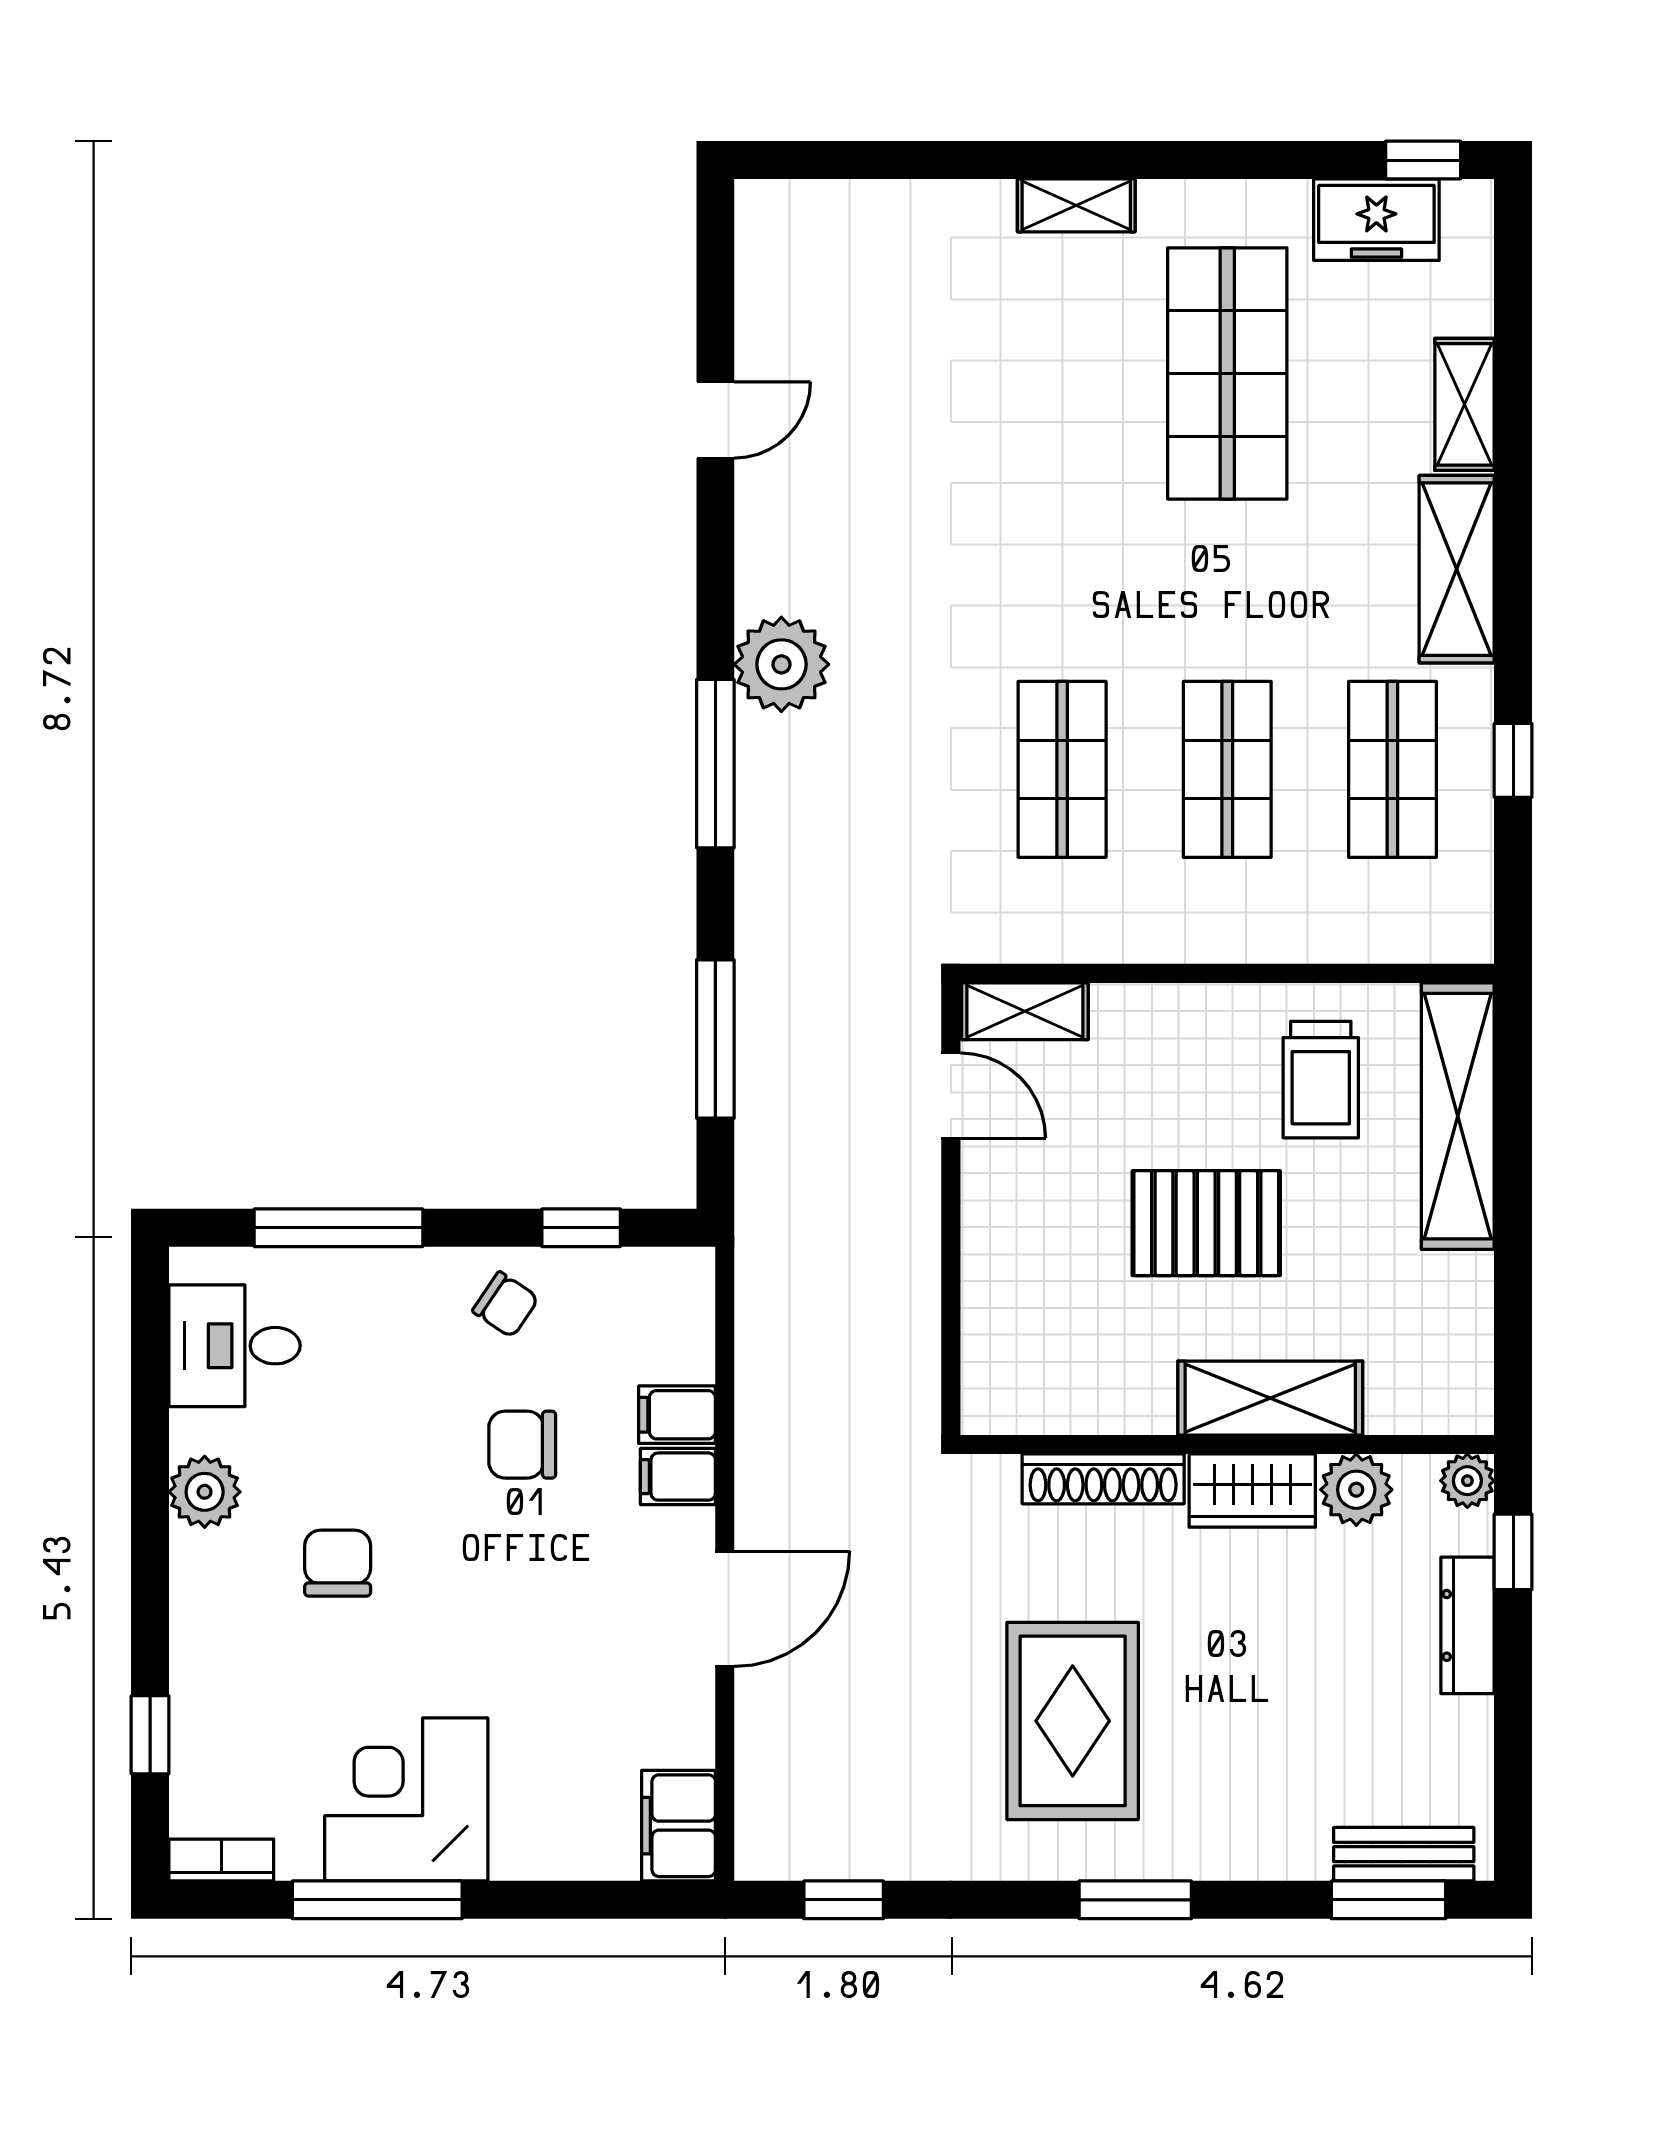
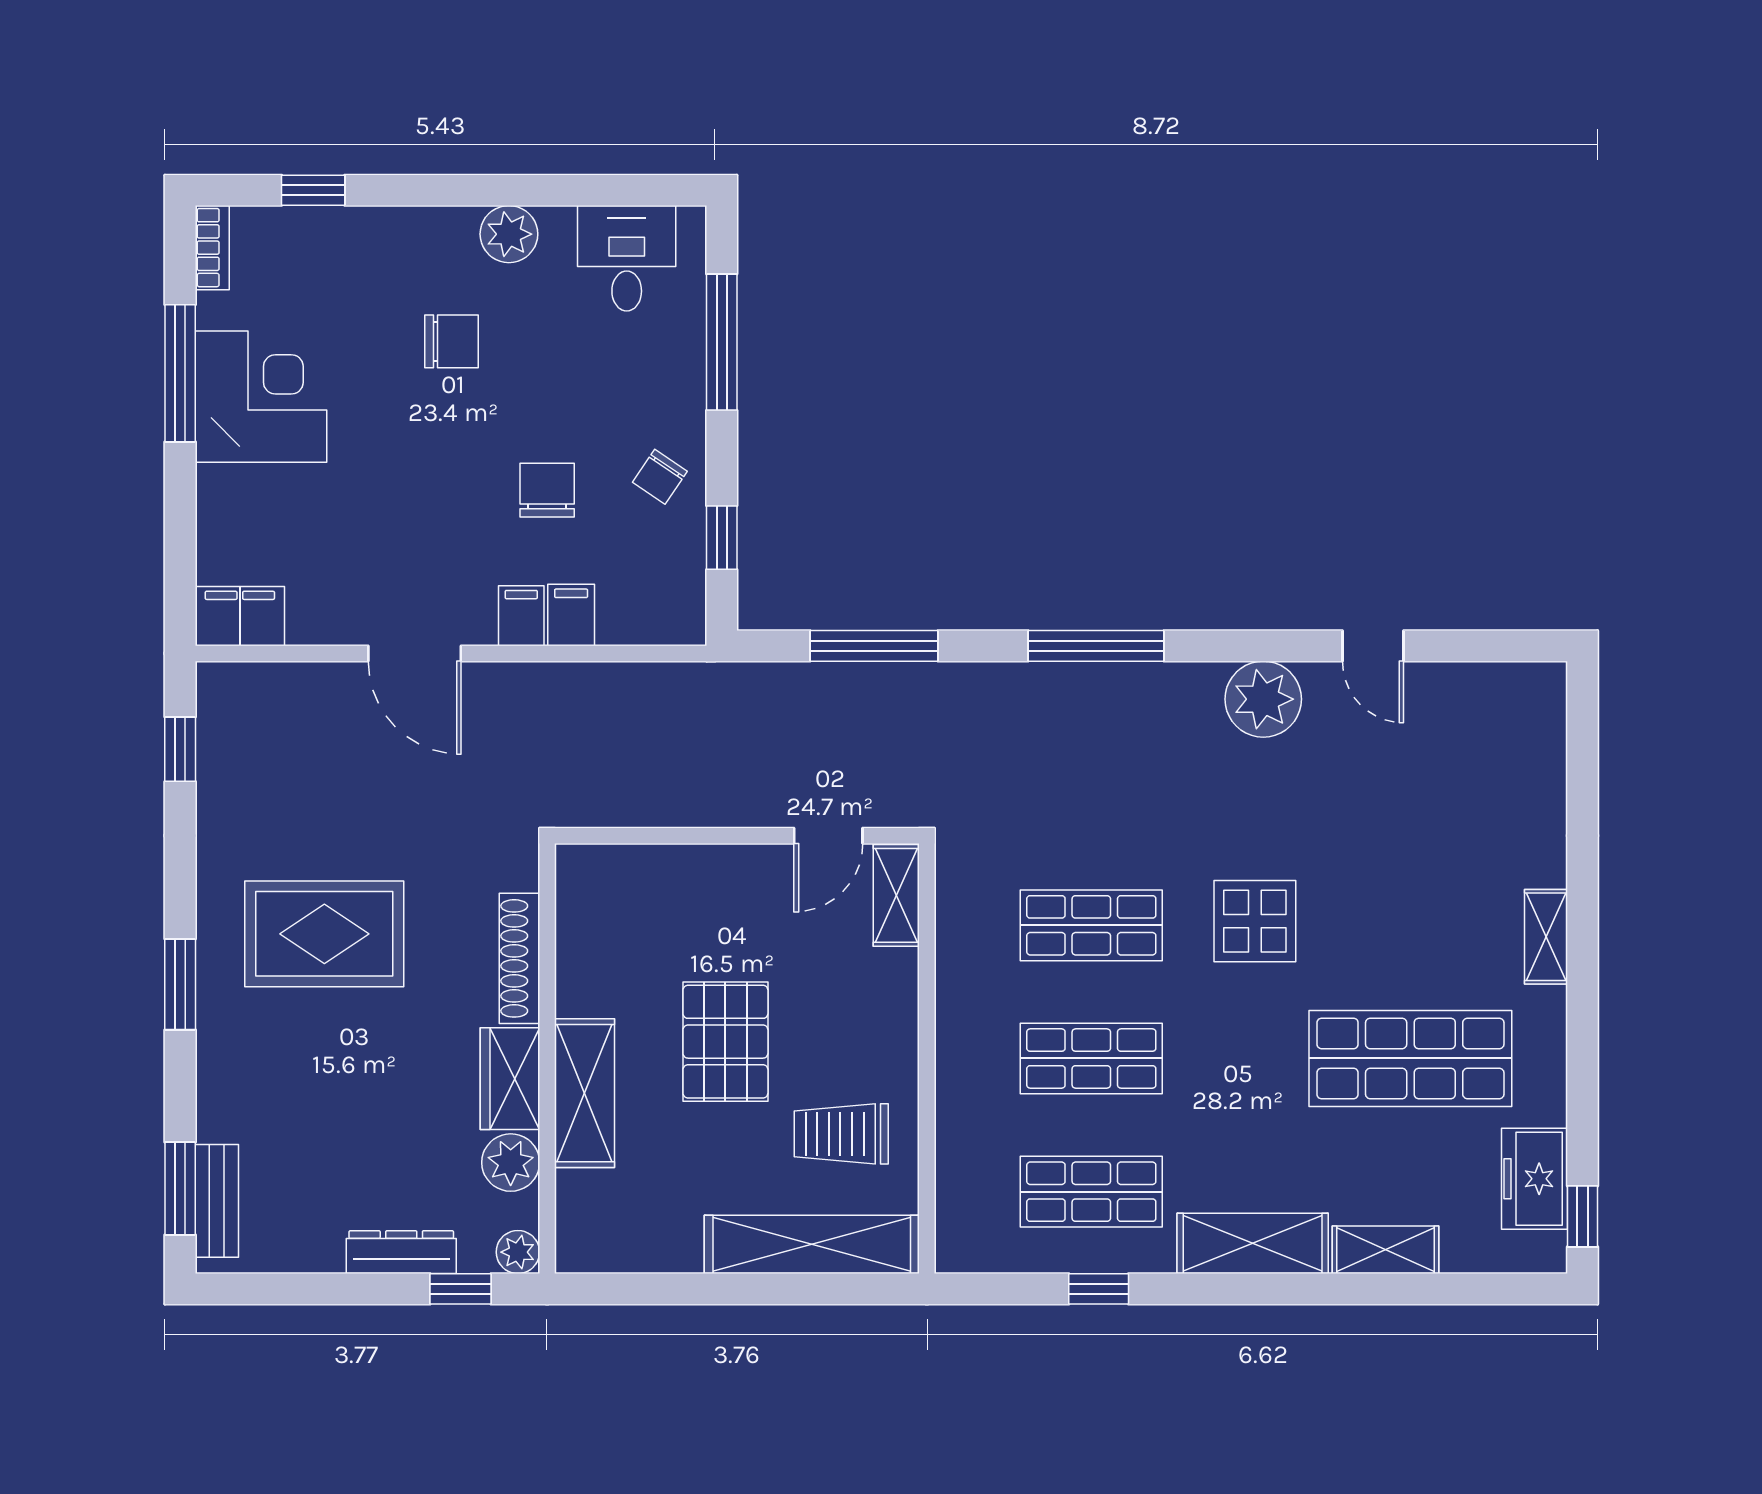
display table: (1057, 566) -> (1255, 921), added
plant: (781, 664) -> (1263, 699), moved

